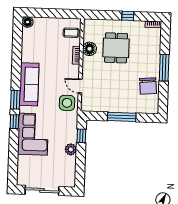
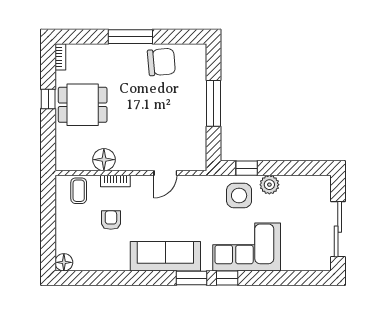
dining table: (116, 48) -> (83, 105), moved
armchair: (52, 52) -> (111, 220), added
side table: (67, 103) -> (239, 195), moved

